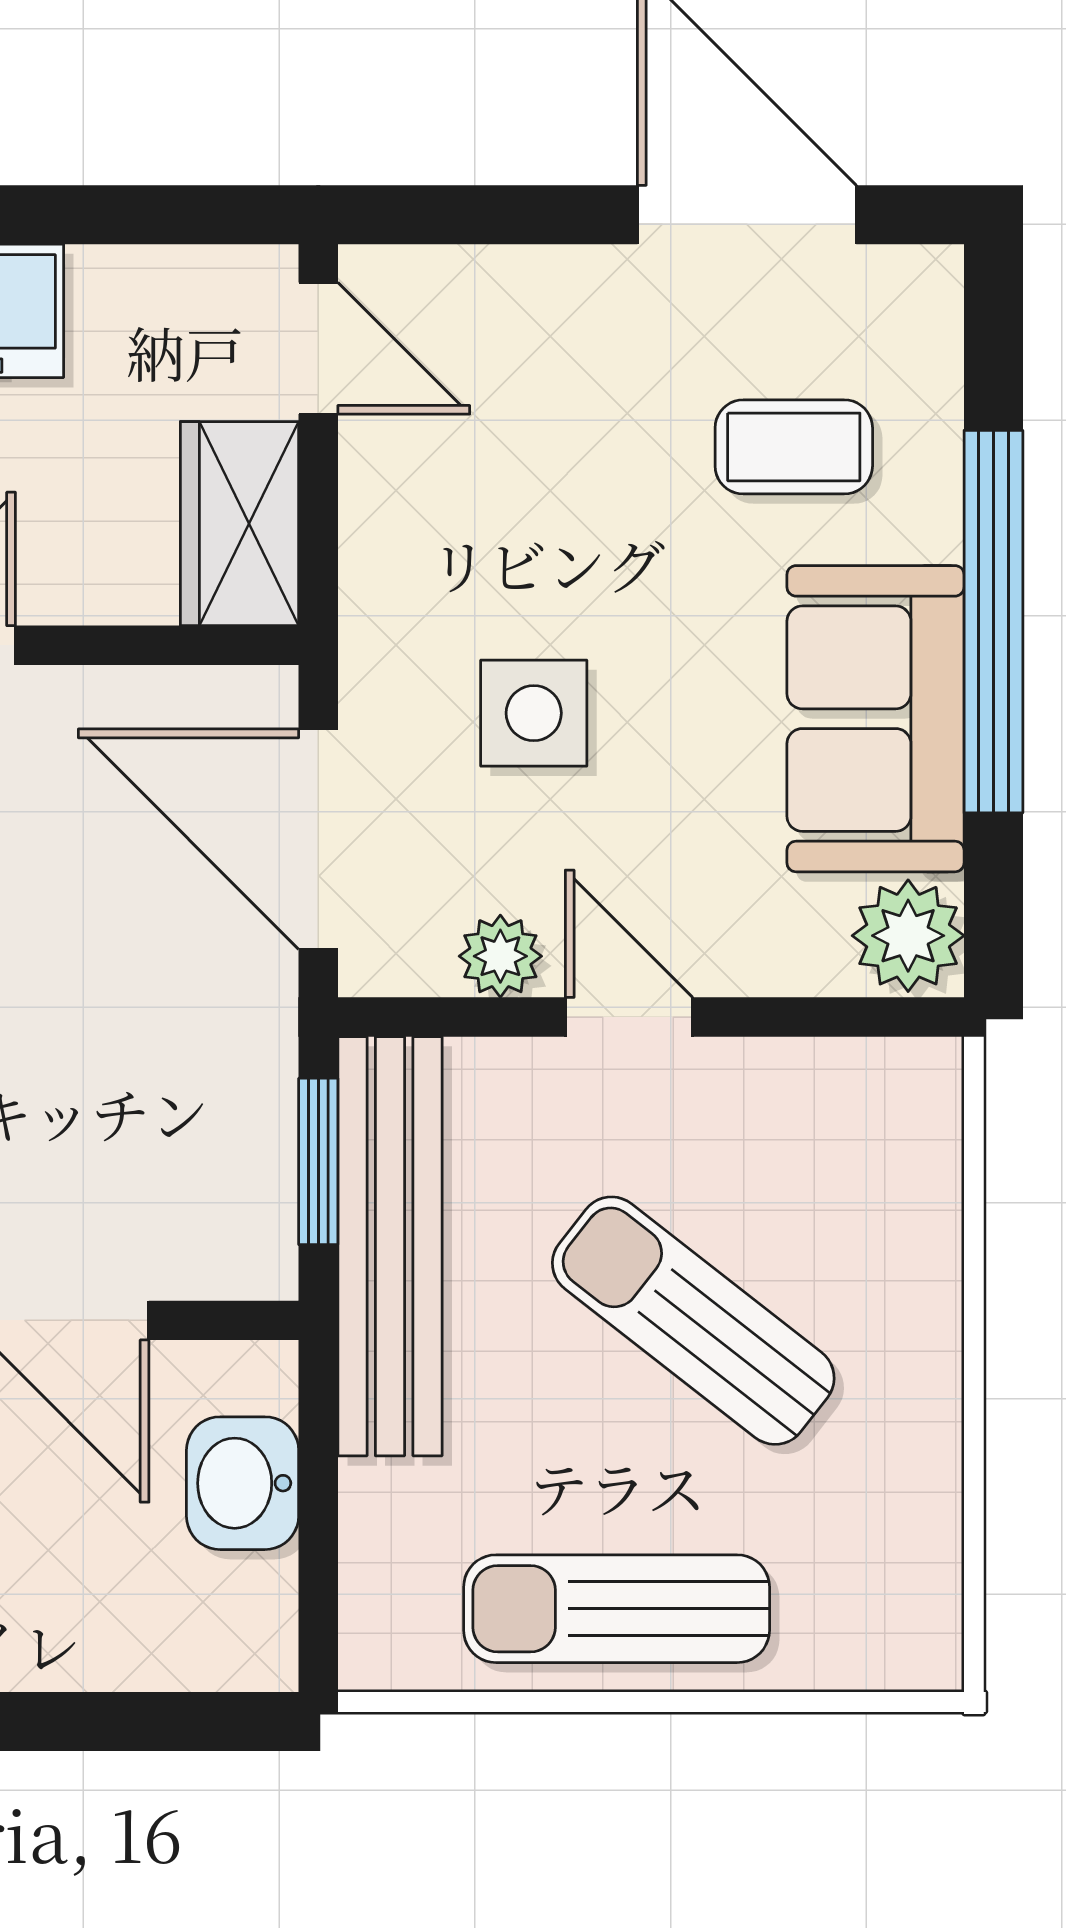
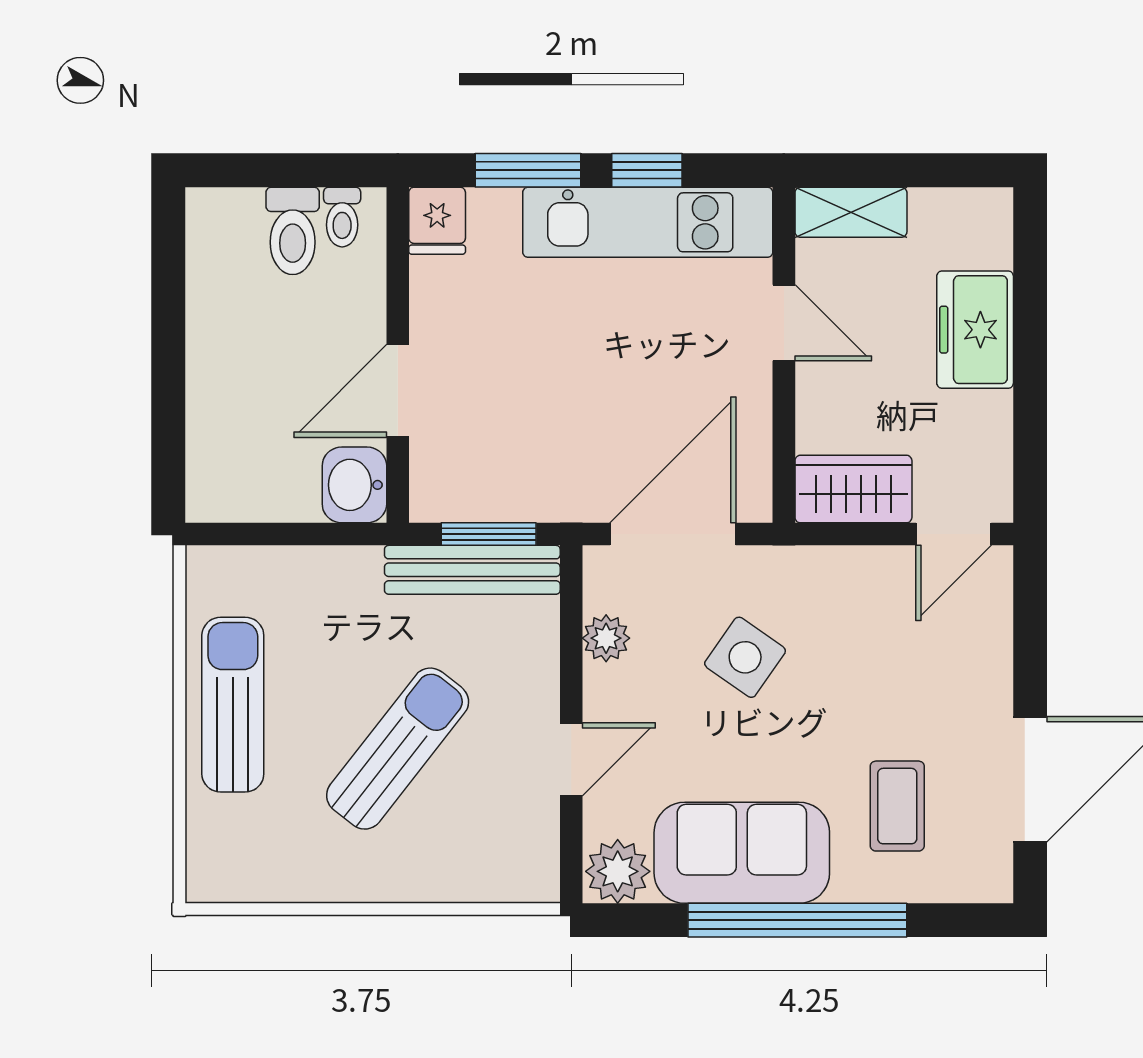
side table: (534, 713) -> (745, 657), turned 35
door: (629, 1017) -> (571, 759), moved
bench: (390, 1246) -> (472, 570), width x0.73, depth x0.82
washbasin: (243, 1483) -> (354, 485), moved, turned -90

